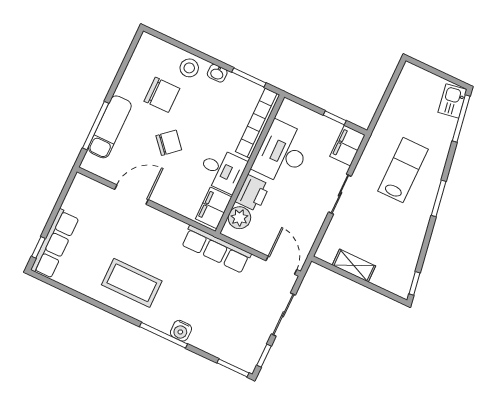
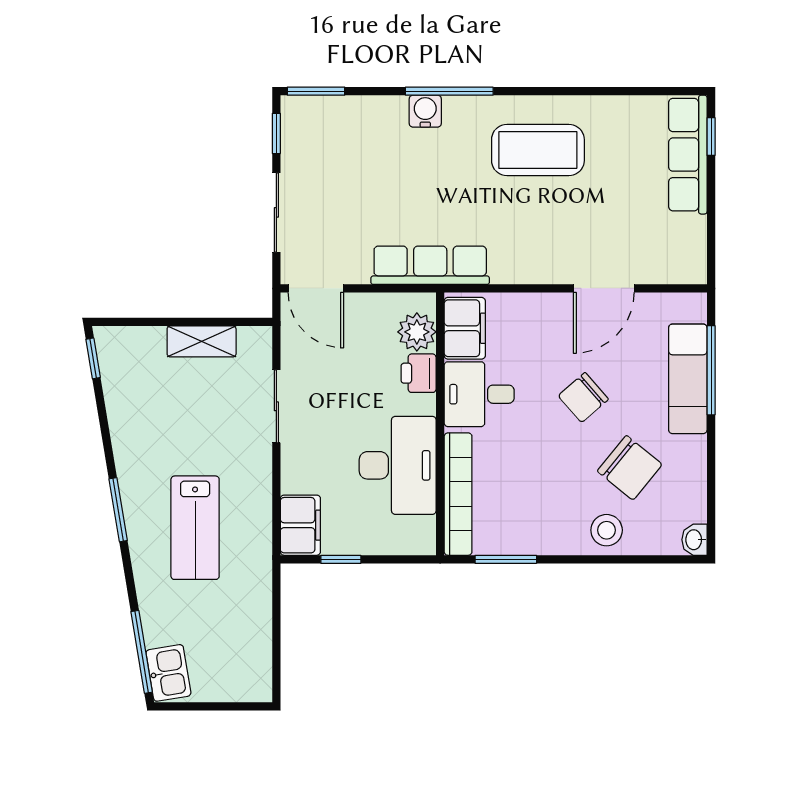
washbasin: (217, 73) -> (694, 540), moved, turned -90
chair: (162, 95) -> (630, 468), turned -141
printer: (253, 193) -> (419, 373), width x0.73, depth x0.81
sliding door: (340, 194) -> (276, 406), moved

